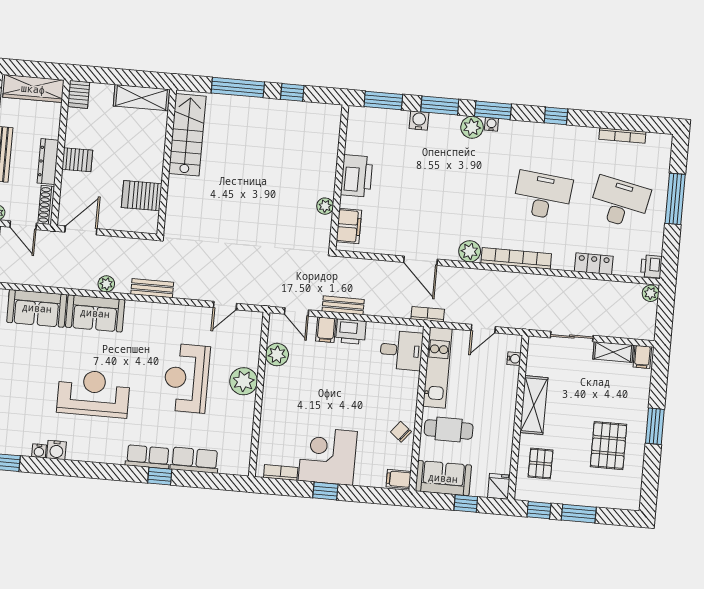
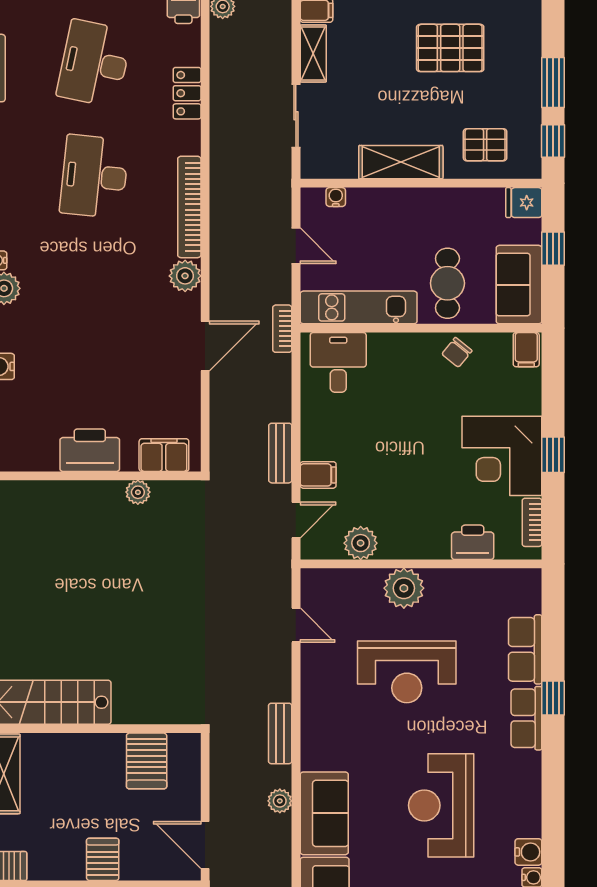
printer: (351, 332) -> (473, 542), moved, turned -90

